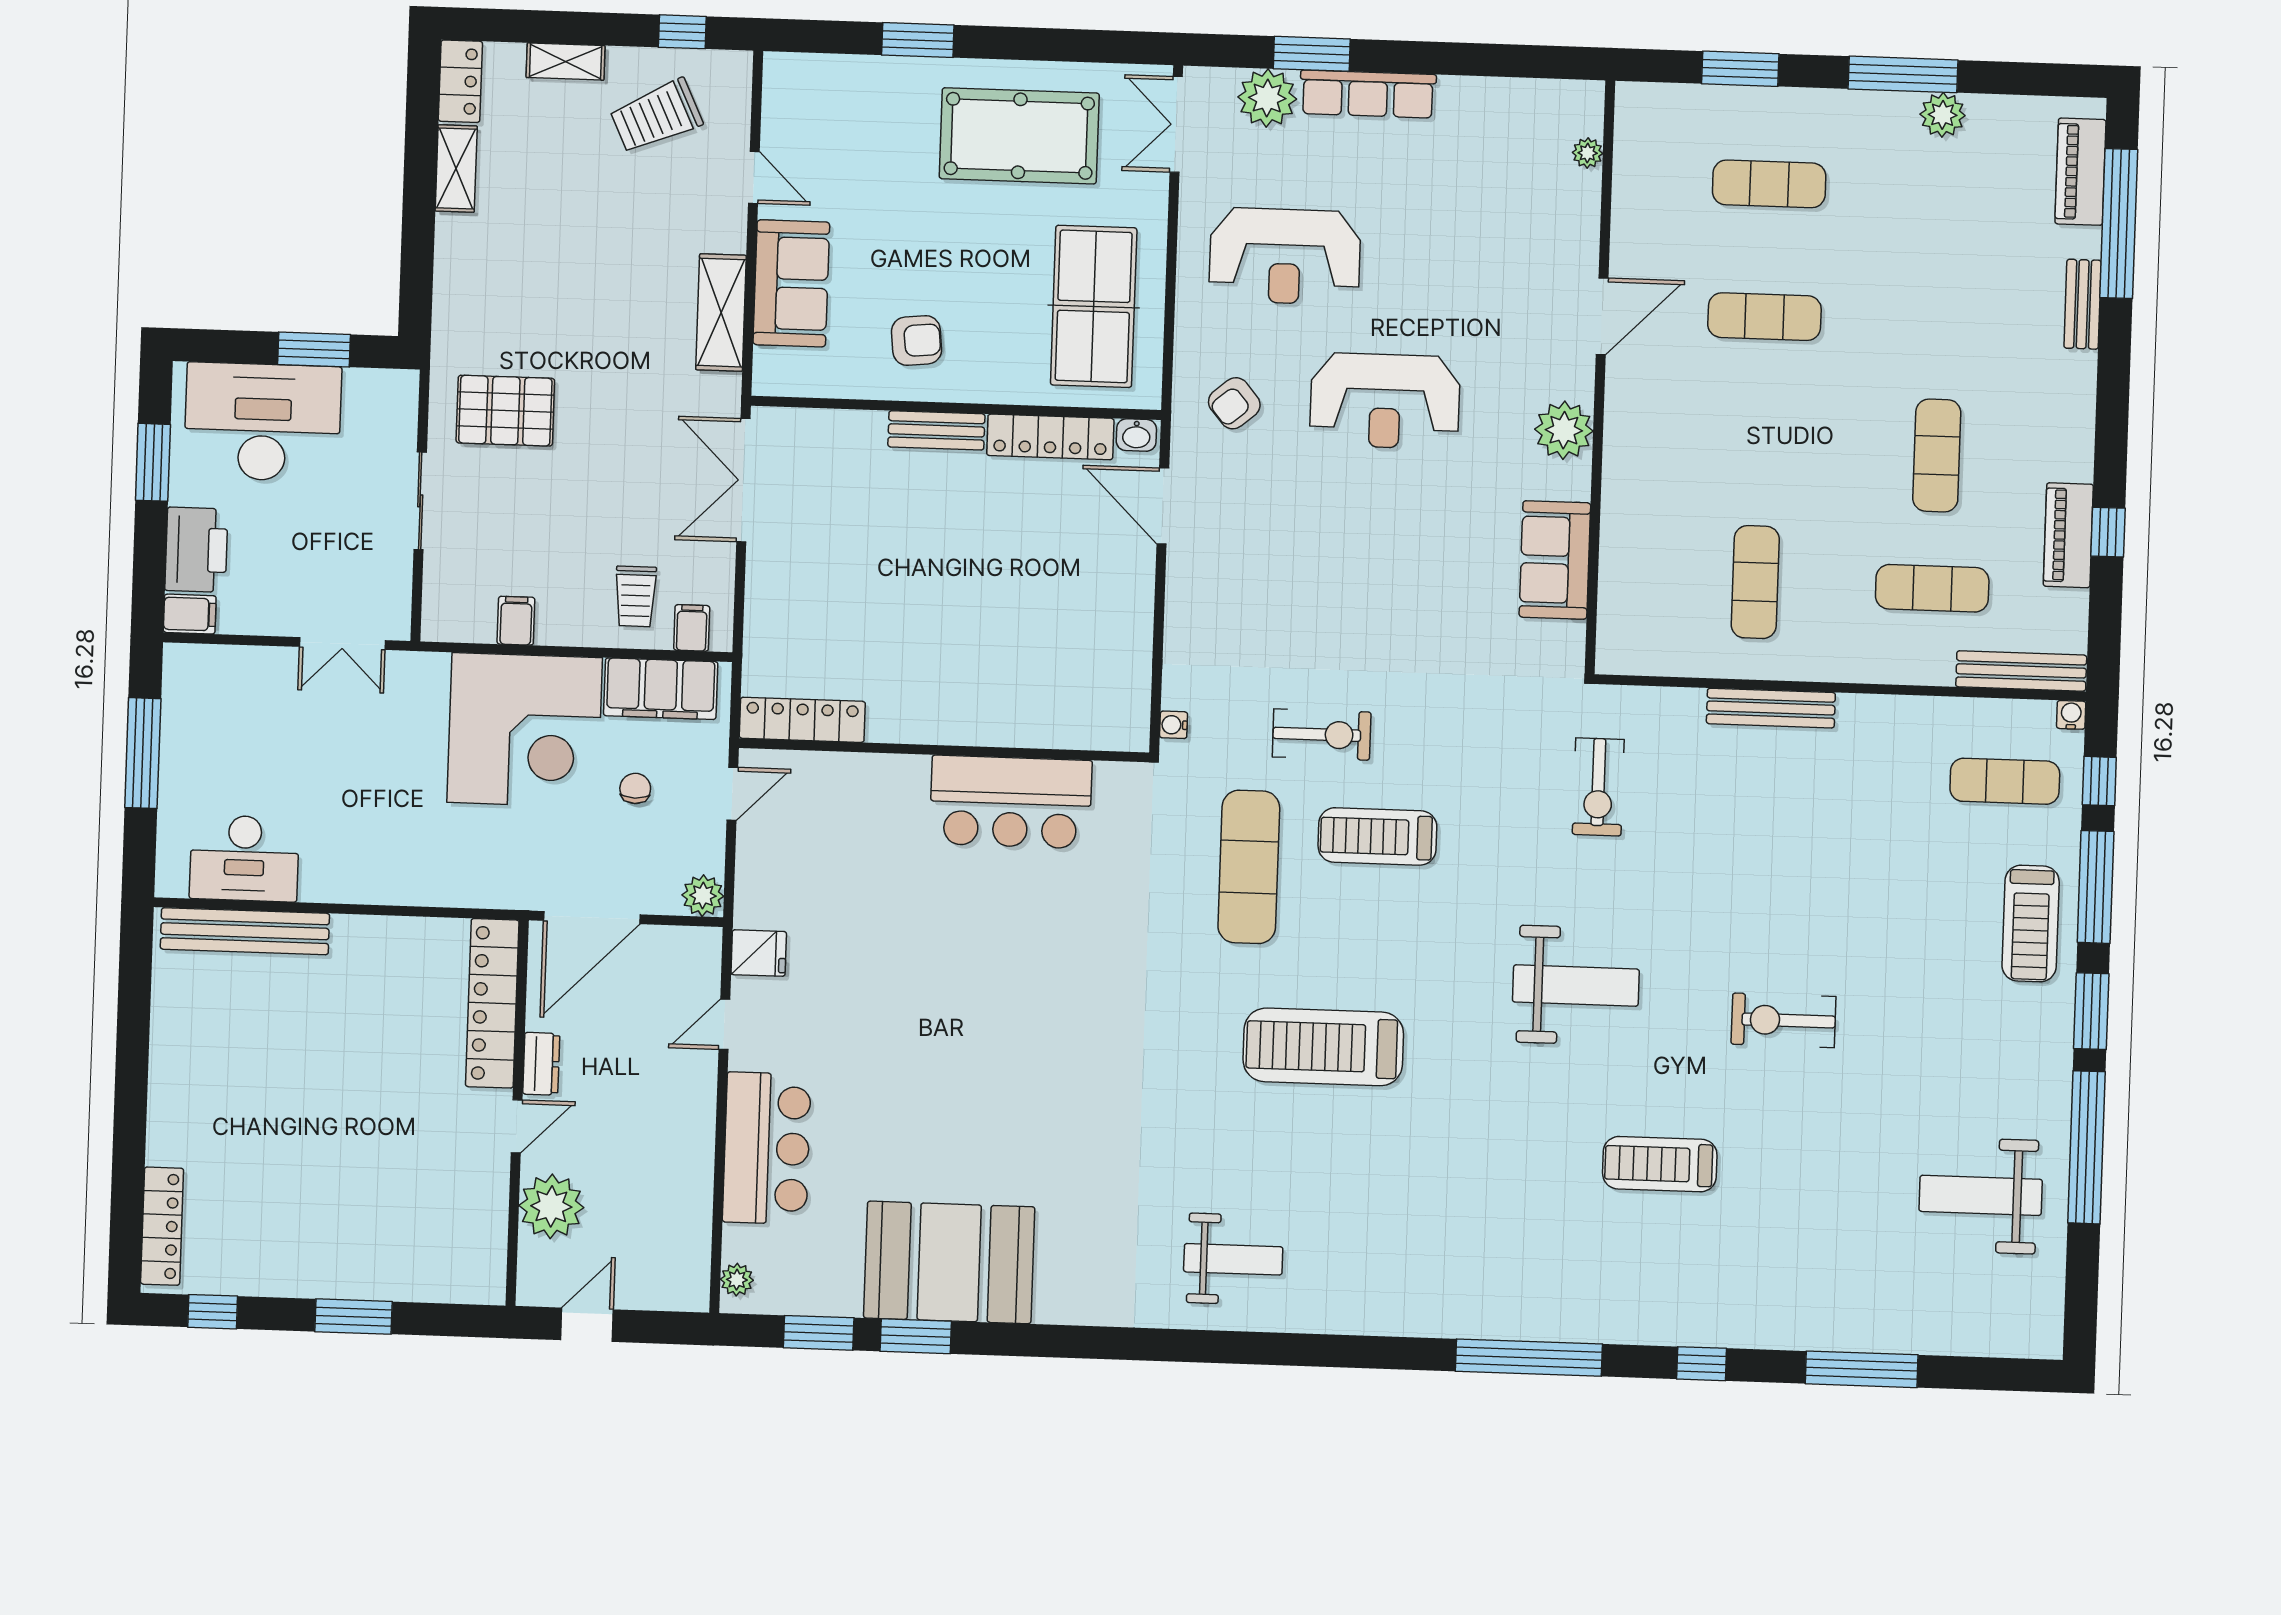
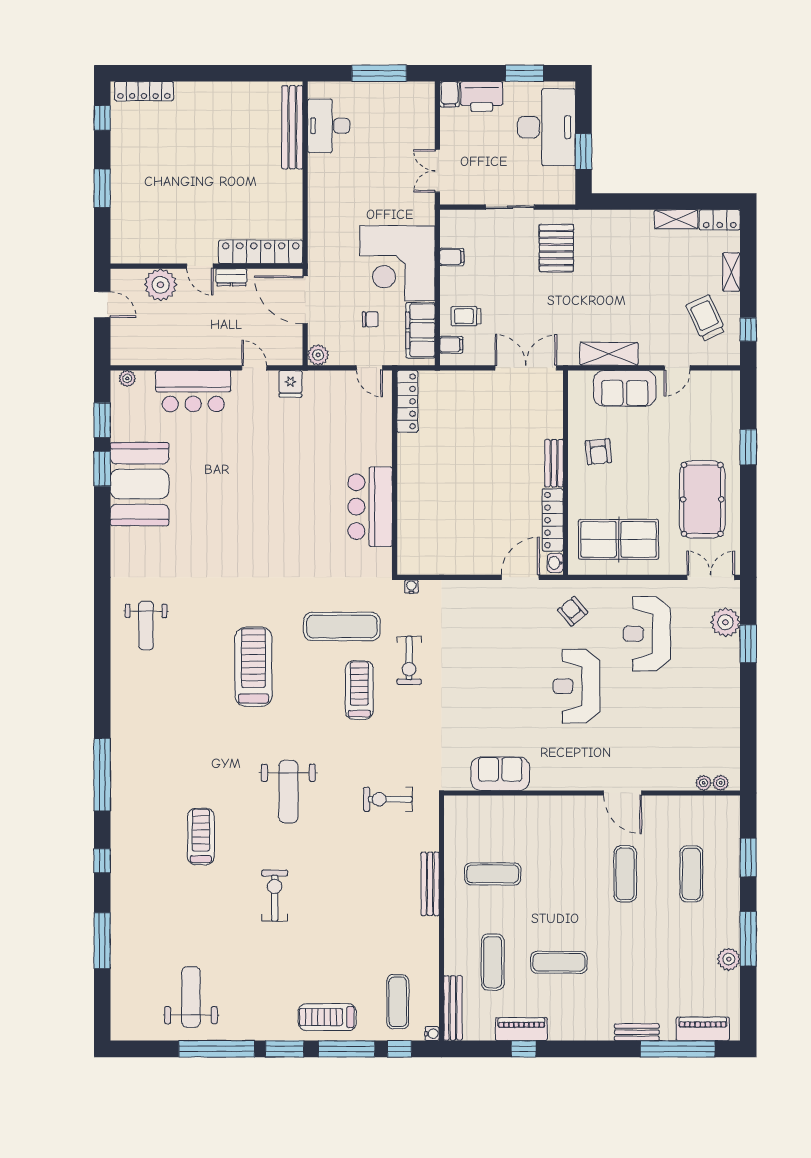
row of seats: (1368, 94) -> (729, 672), removed
plant: (1564, 430) -> (721, 783), moved, width x0.53, depth x0.53

